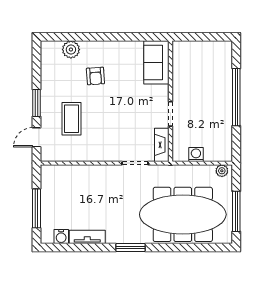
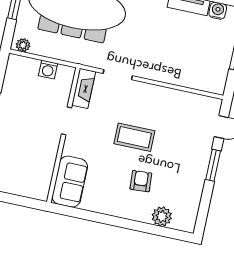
coffee table: (71, 119) -> (134, 137), moved, turned 90

